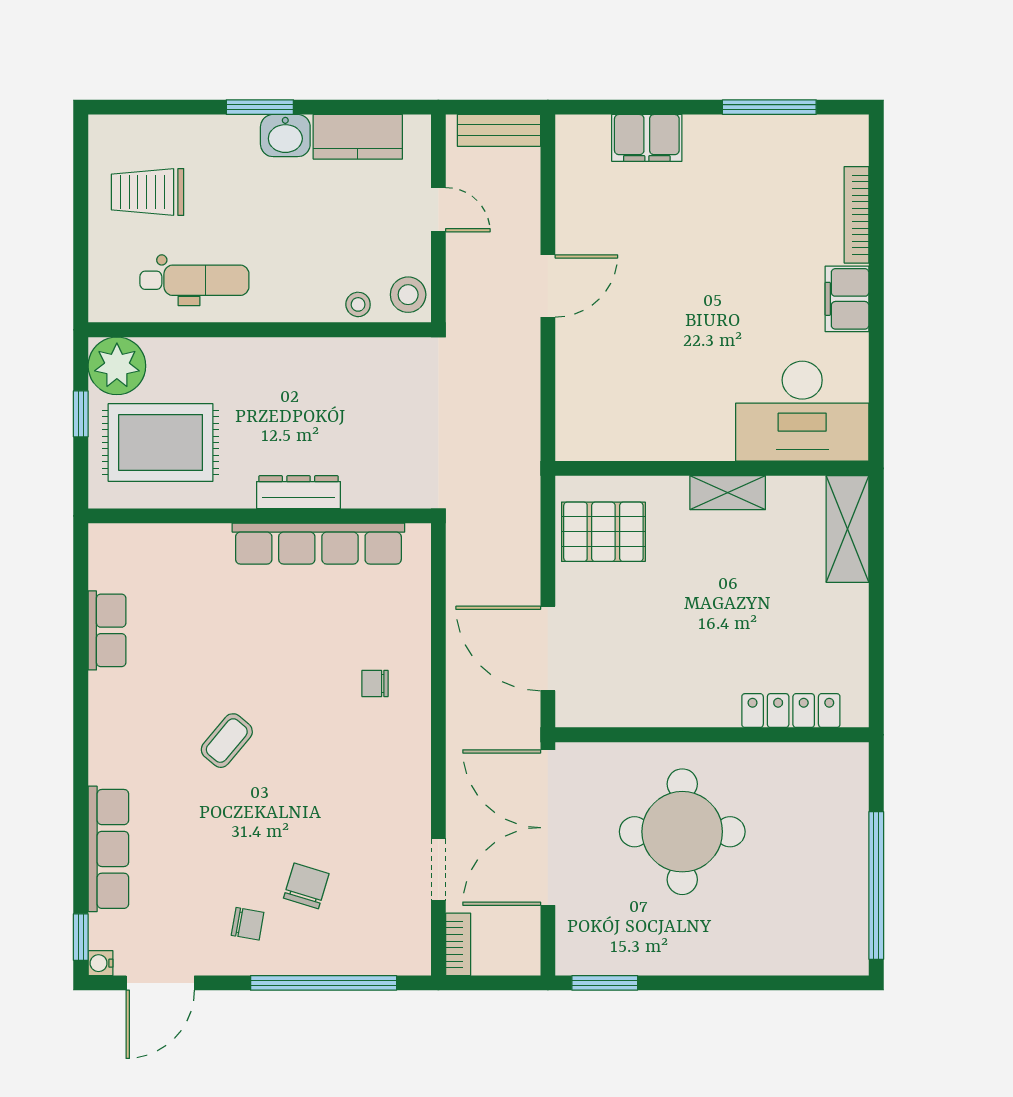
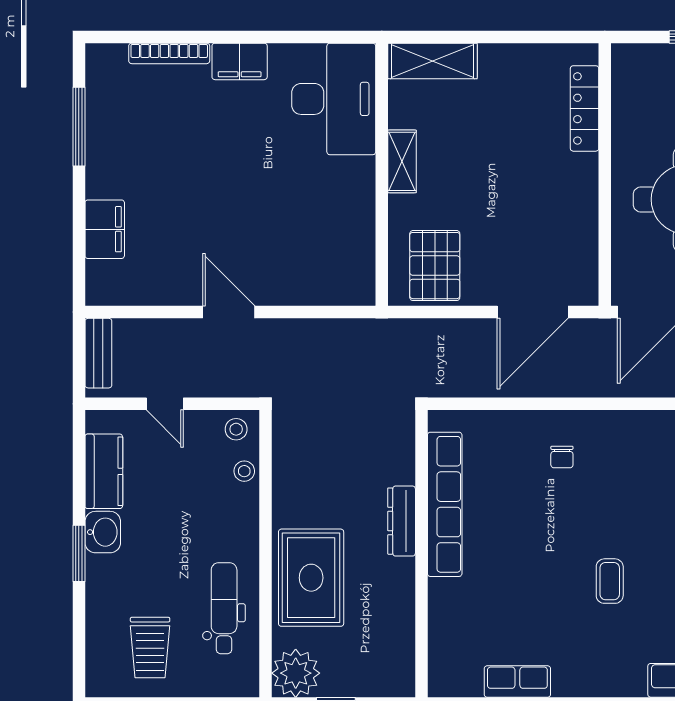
door: (438, 210) -> (165, 404), swing flipped
stool: (408, 295) -> (236, 429), width x0.73, depth x0.73
rug: (161, 442) -> (311, 578), moved
coffee table: (227, 741) -> (610, 581), turned 50

